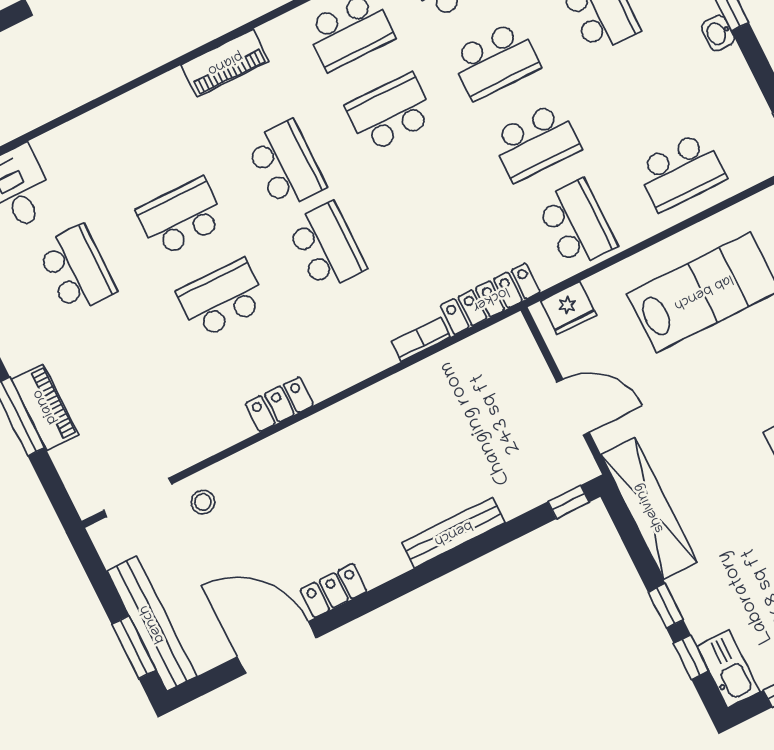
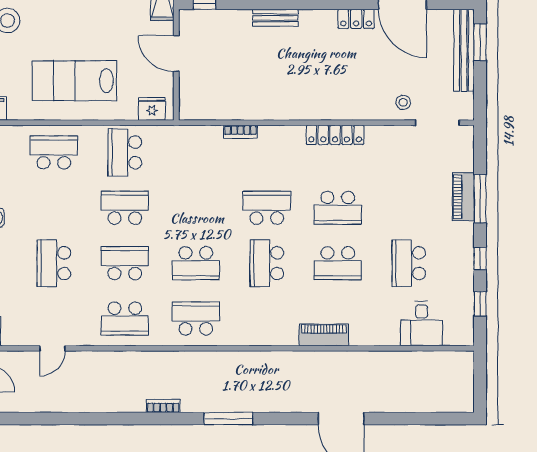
piano: (225, 63) -> (324, 335), moved
school desk: (326, 246) -> (267, 208), turned 90
locker: (490, 299) -> (192, 135), removed
locker: (279, 404) -> (335, 135), width x1.53
bench: (453, 533) -> (275, 18), width x0.73

